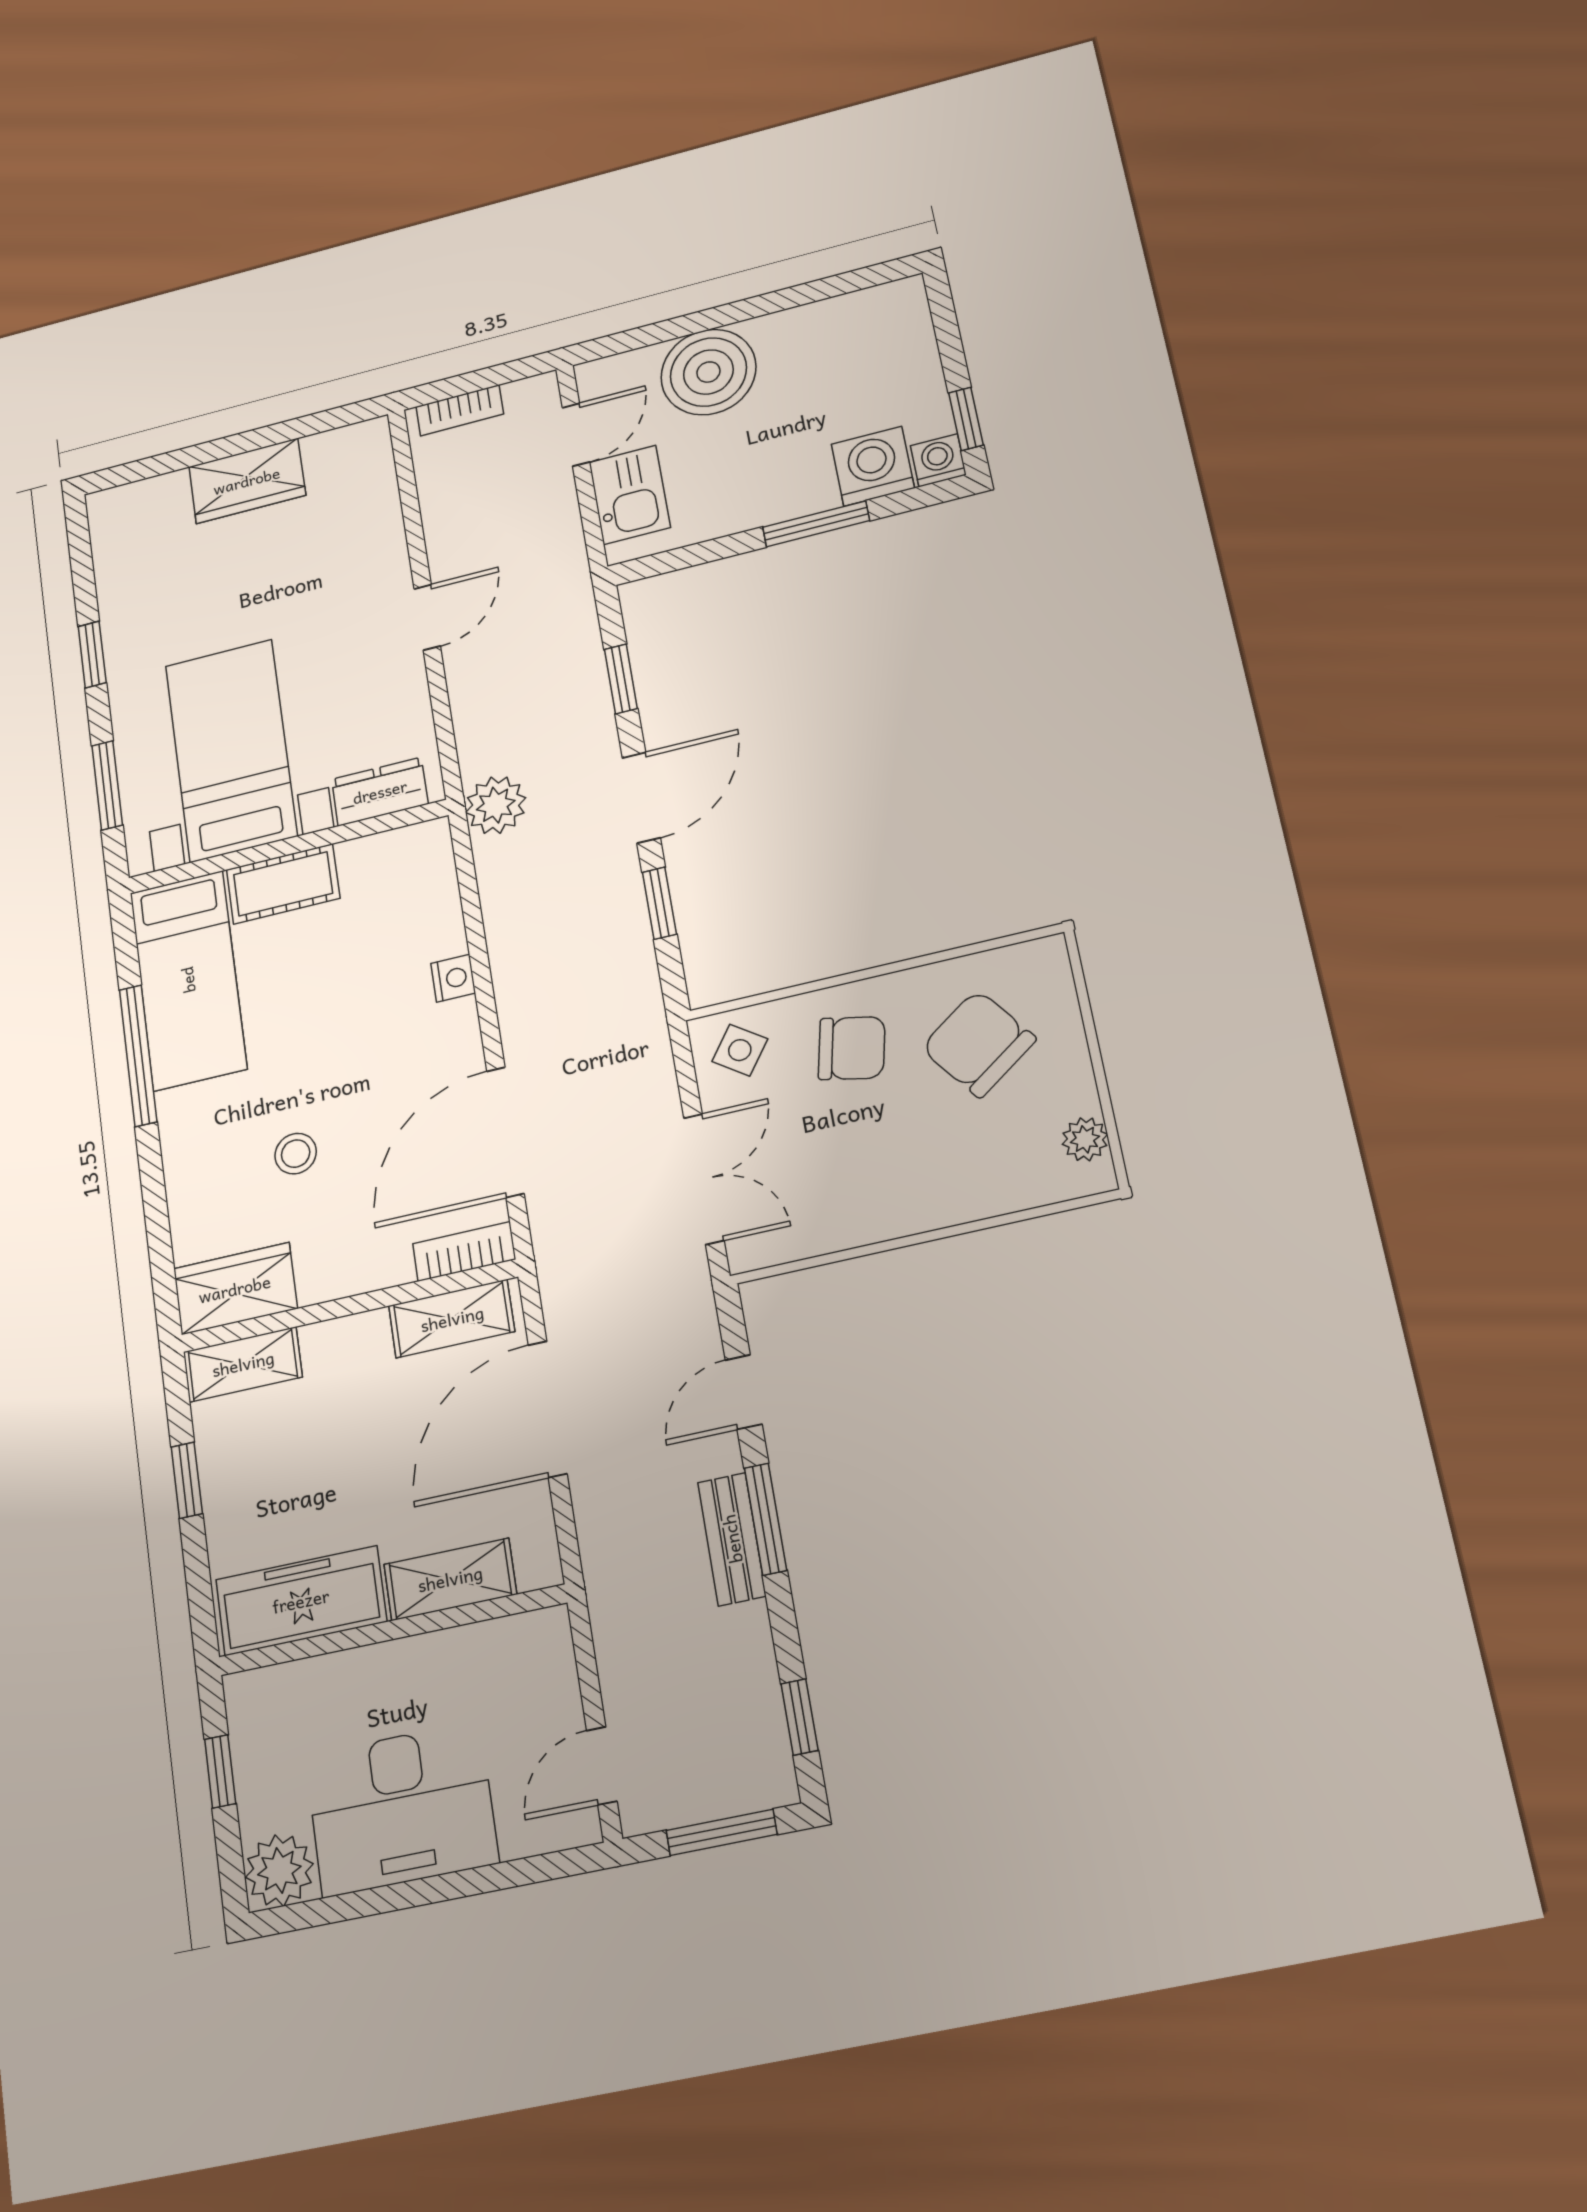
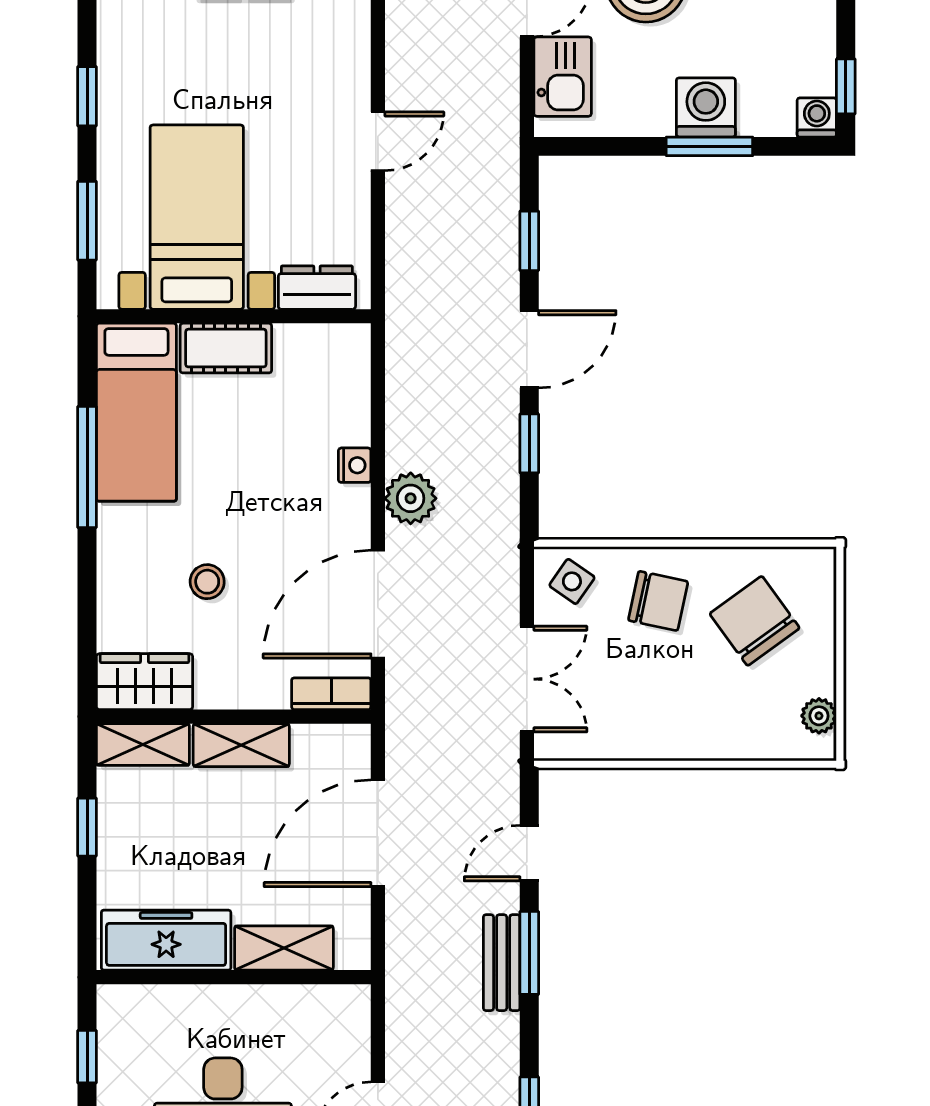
washing machine: (873, 466) -> (706, 107), moved
plant: (496, 805) -> (411, 498), moved
shelving: (452, 1319) -> (241, 745), moved

